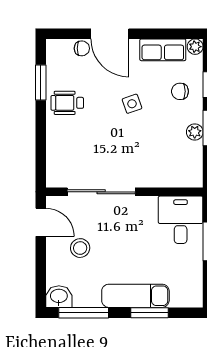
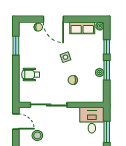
chair: (180, 91) -> (73, 80), moved
wheelchair: (67, 103) -> (31, 75), moved

